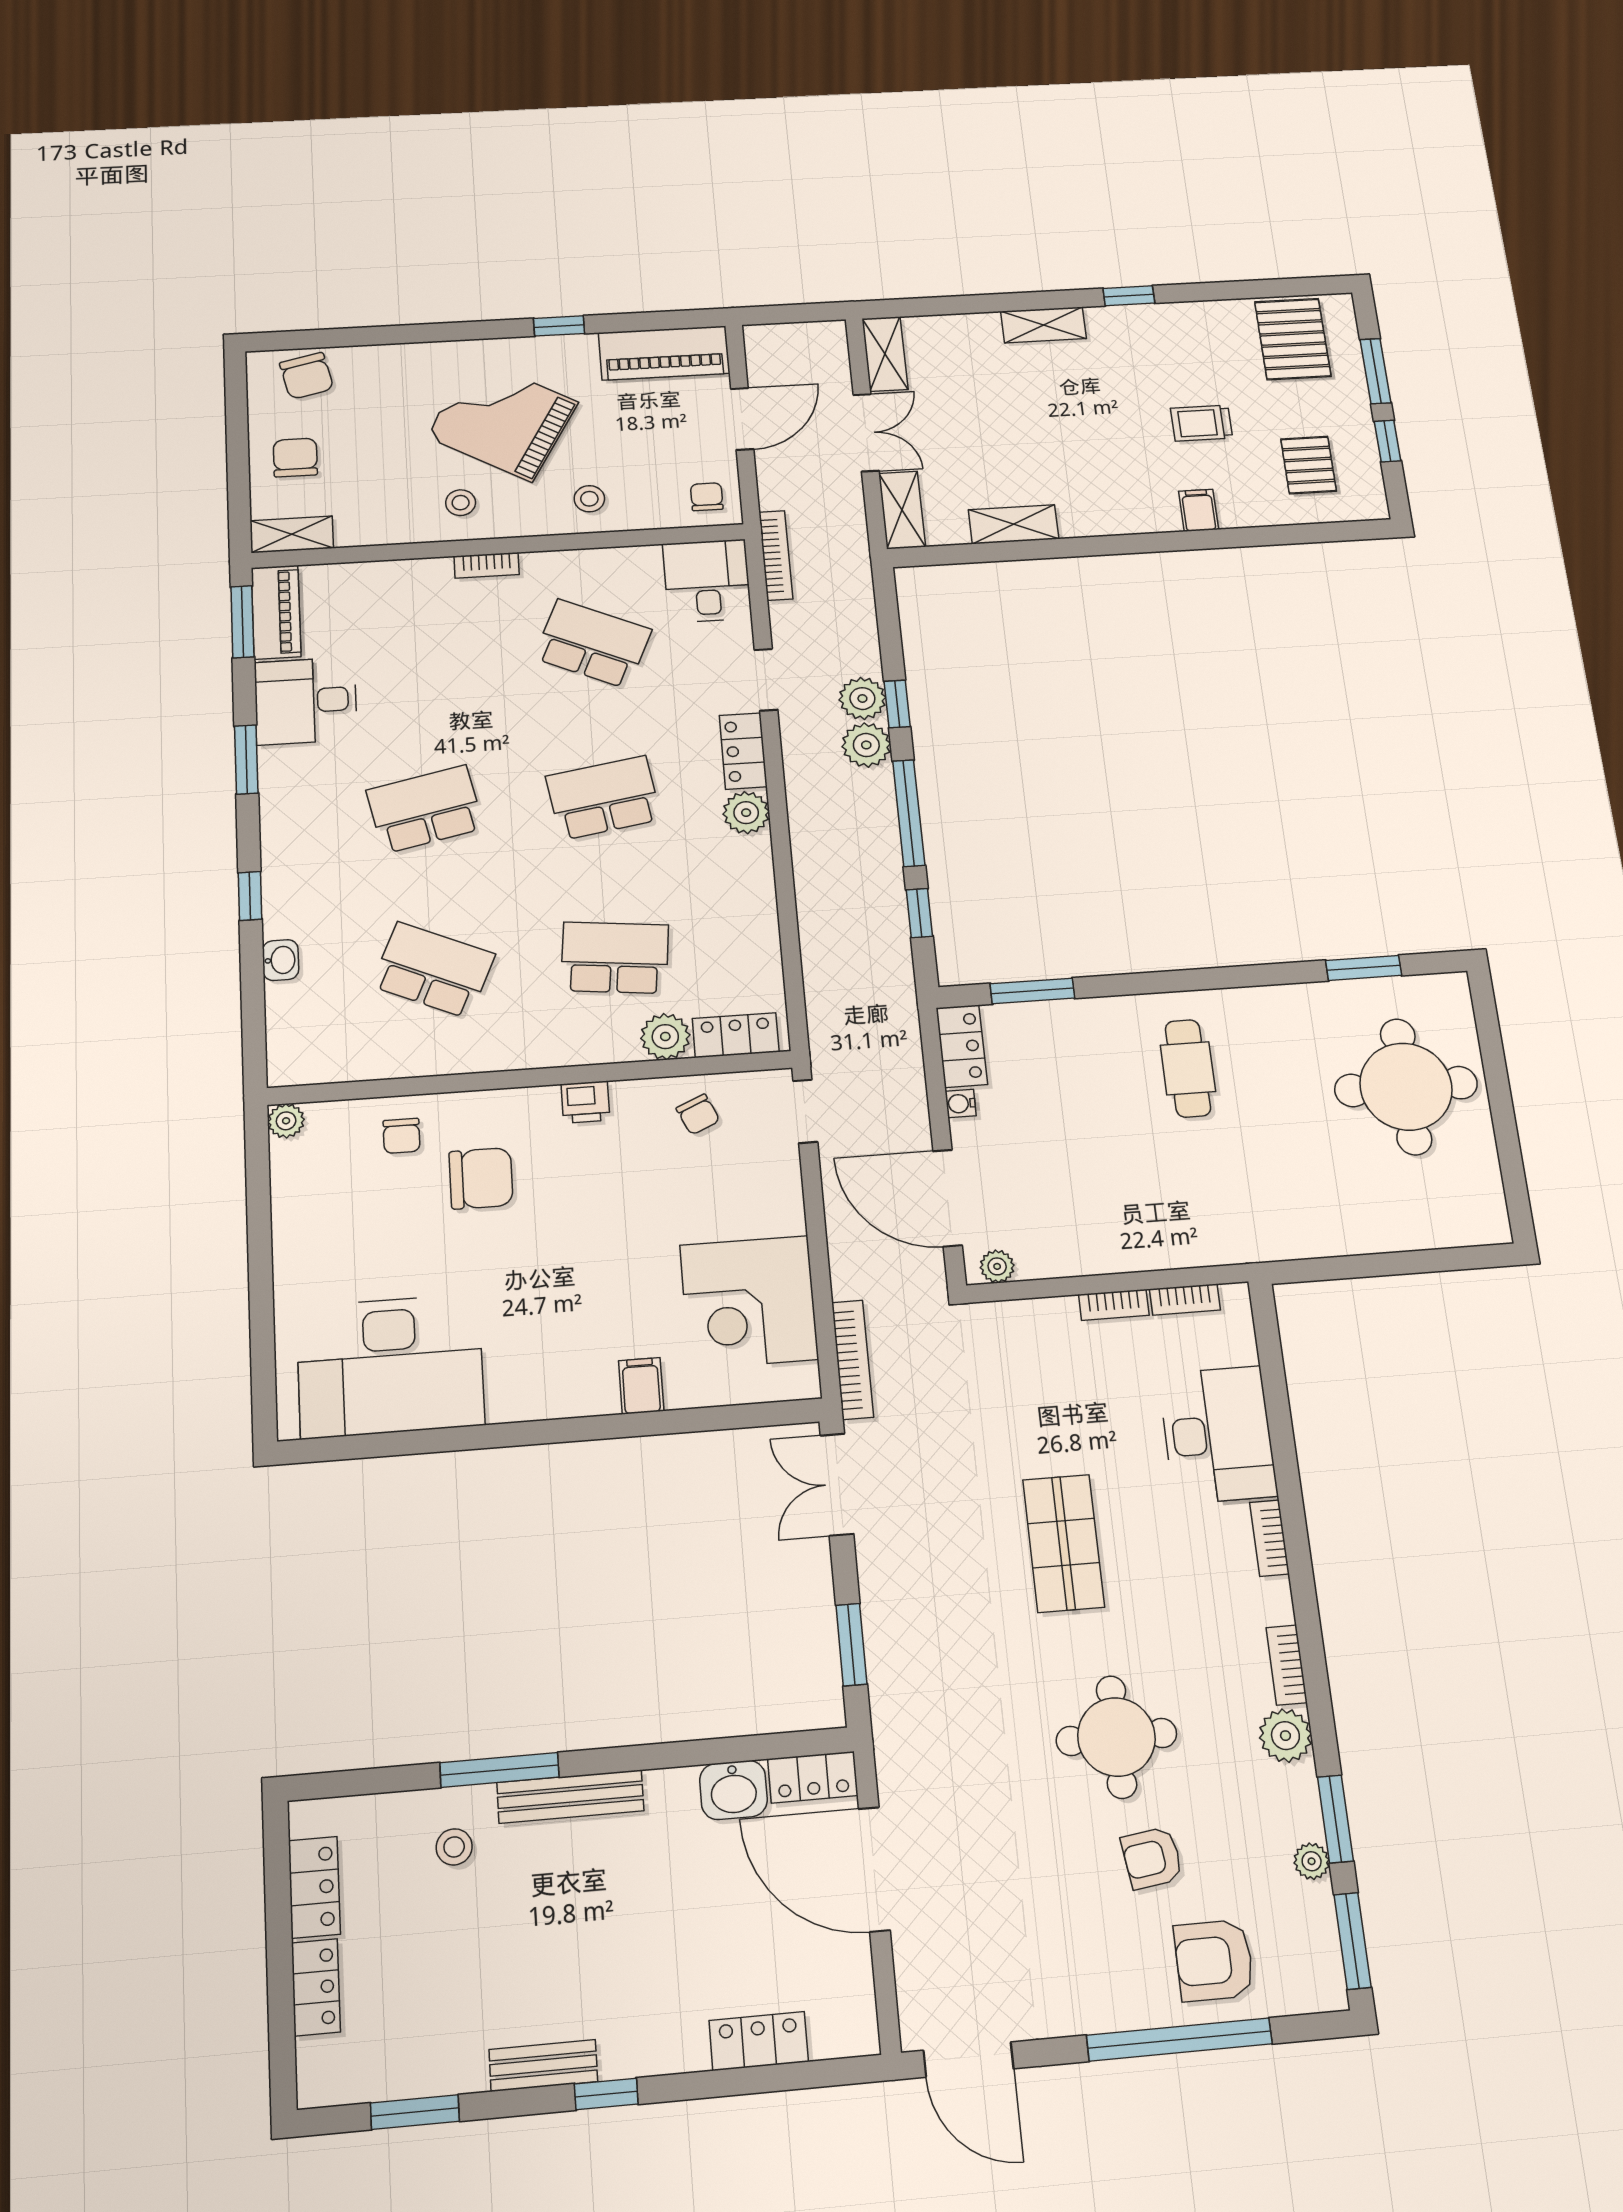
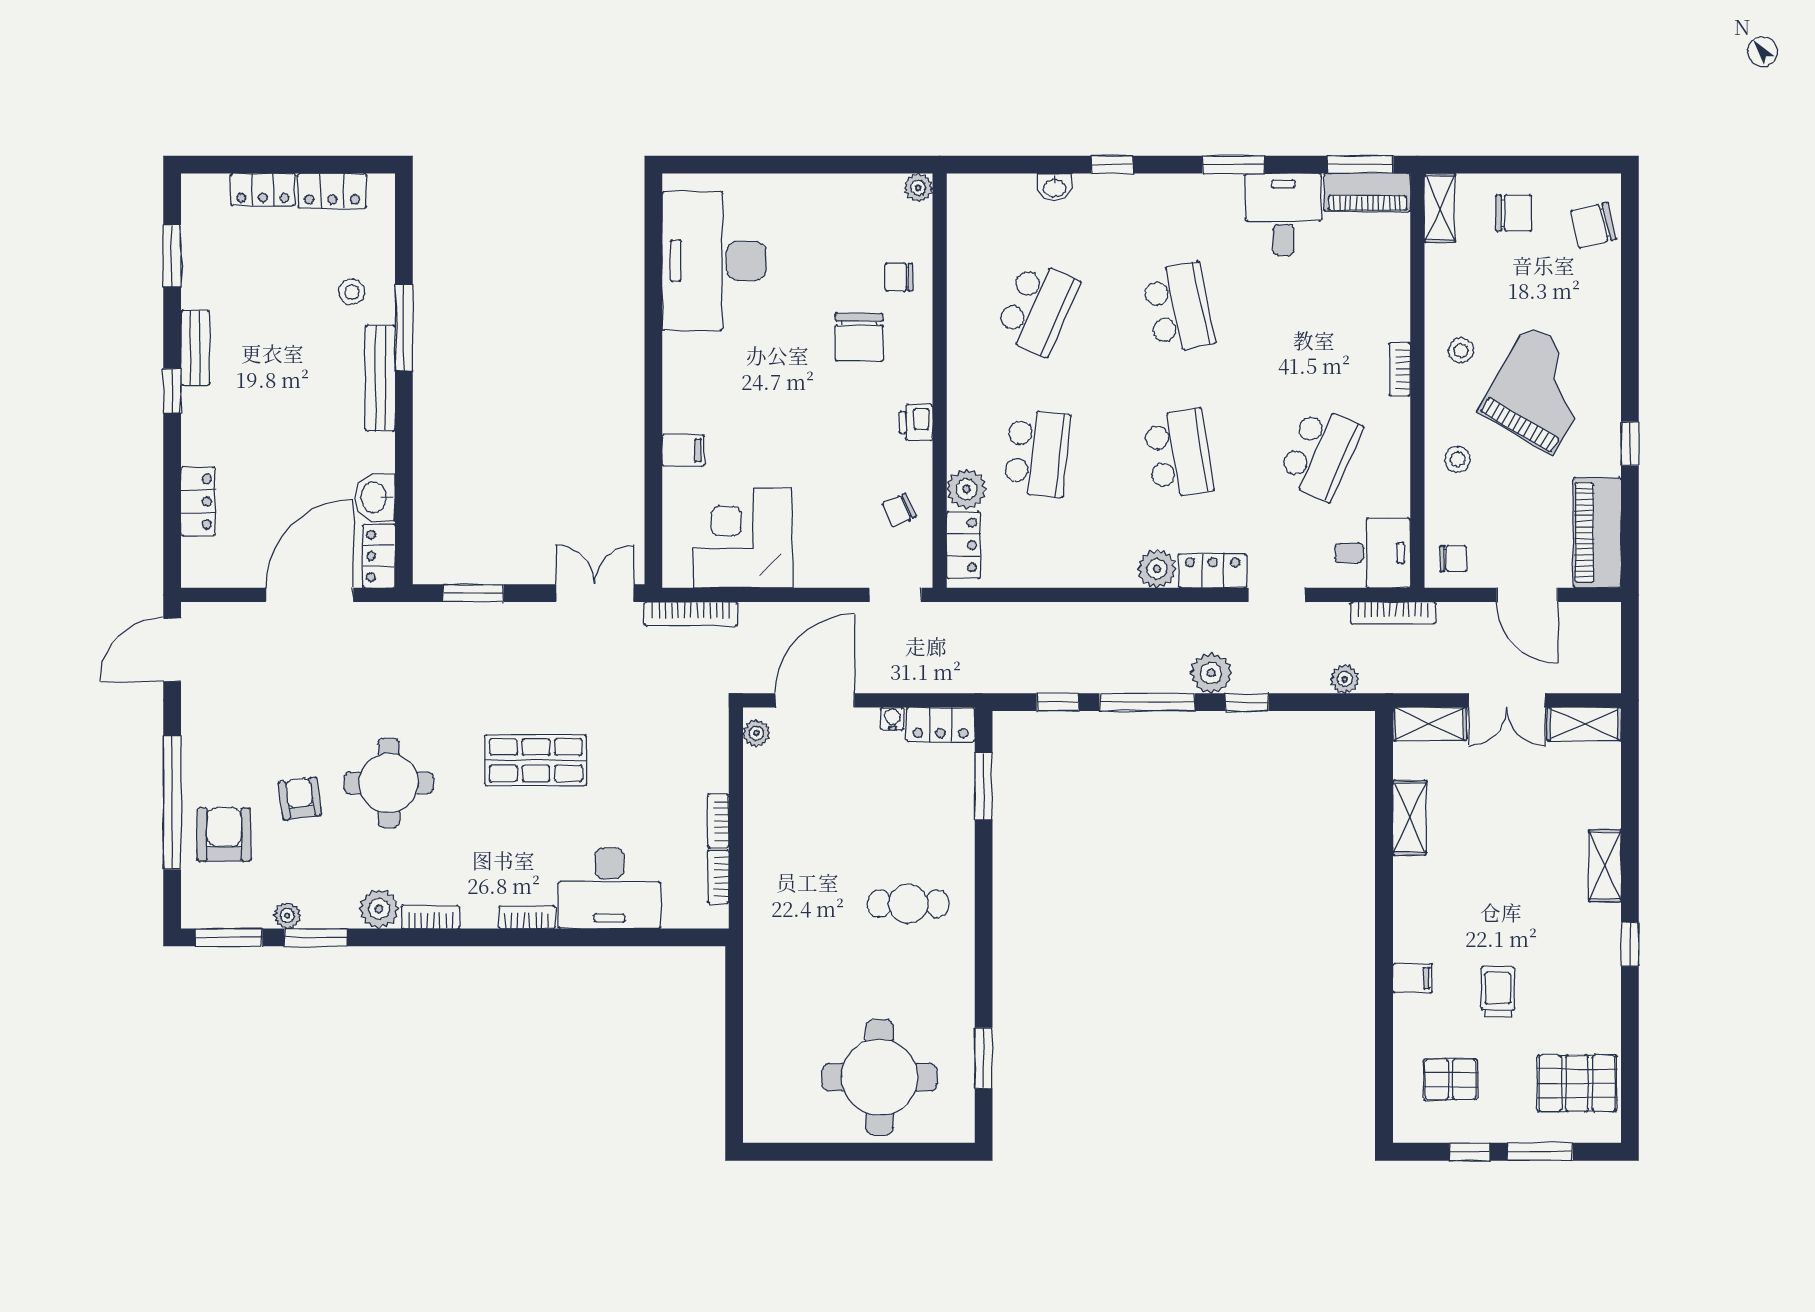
plant: (862, 699) -> (1345, 679), moved, width x0.73, depth x0.73

